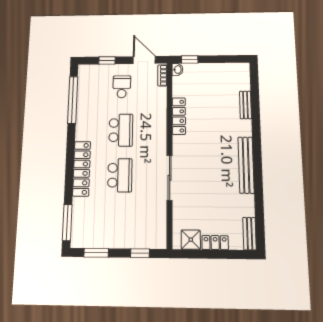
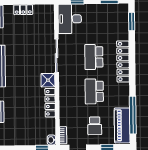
piano: (87, 87) -> (122, 125), added
window: (67, 223) -> (132, 22), width x0.69
desk: (151, 228) -> (70, 19), added
shower: (191, 240) -> (48, 80), moved

